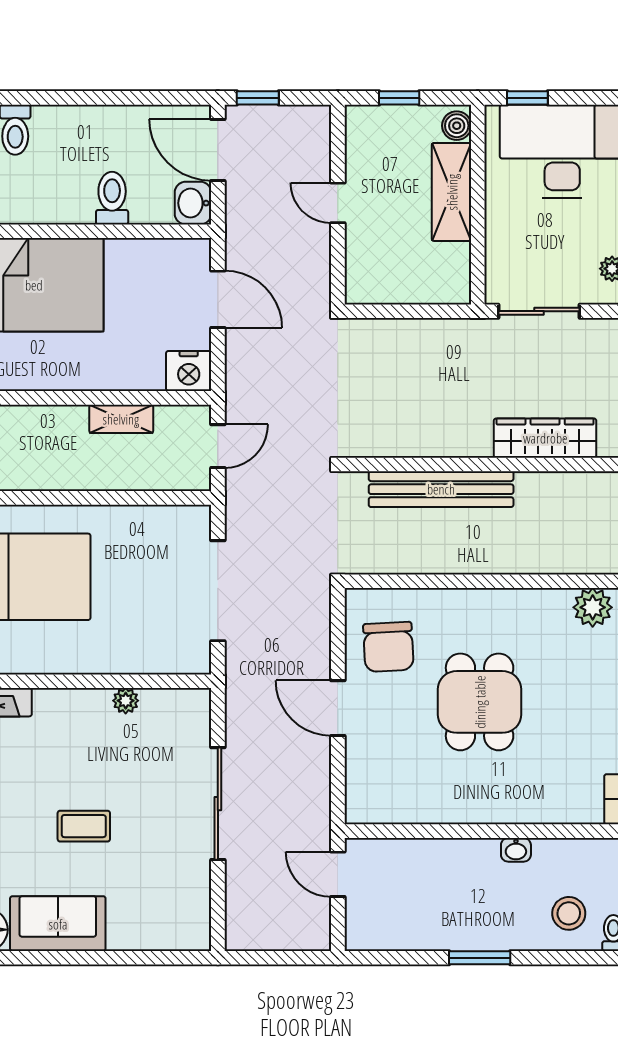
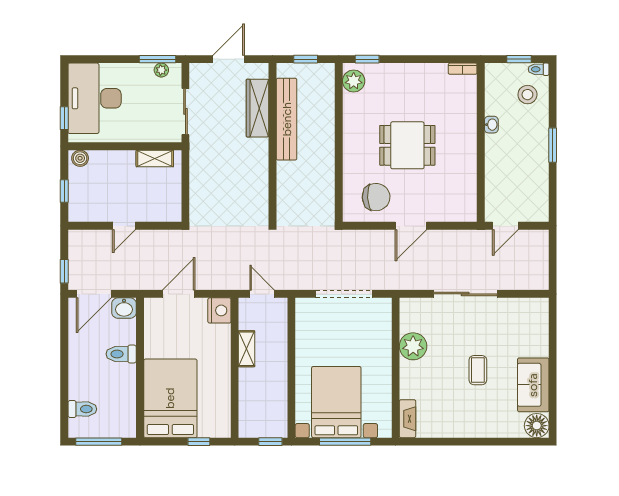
shelving: (452, 192) -> (155, 158), moved, width x0.67, depth x0.75
bench: (441, 489) -> (287, 119), moved
plant: (126, 701) -> (413, 346), width x1.88, depth x1.88

